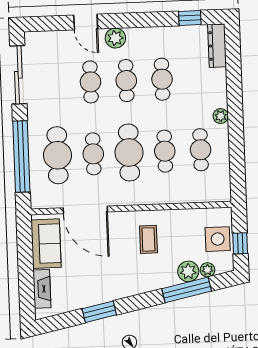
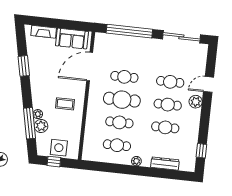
dresser: (217, 46) -> (165, 164), moved
cafe table: (57, 155) -> (127, 54), removed
plant: (207, 270) -> (38, 114), moved

